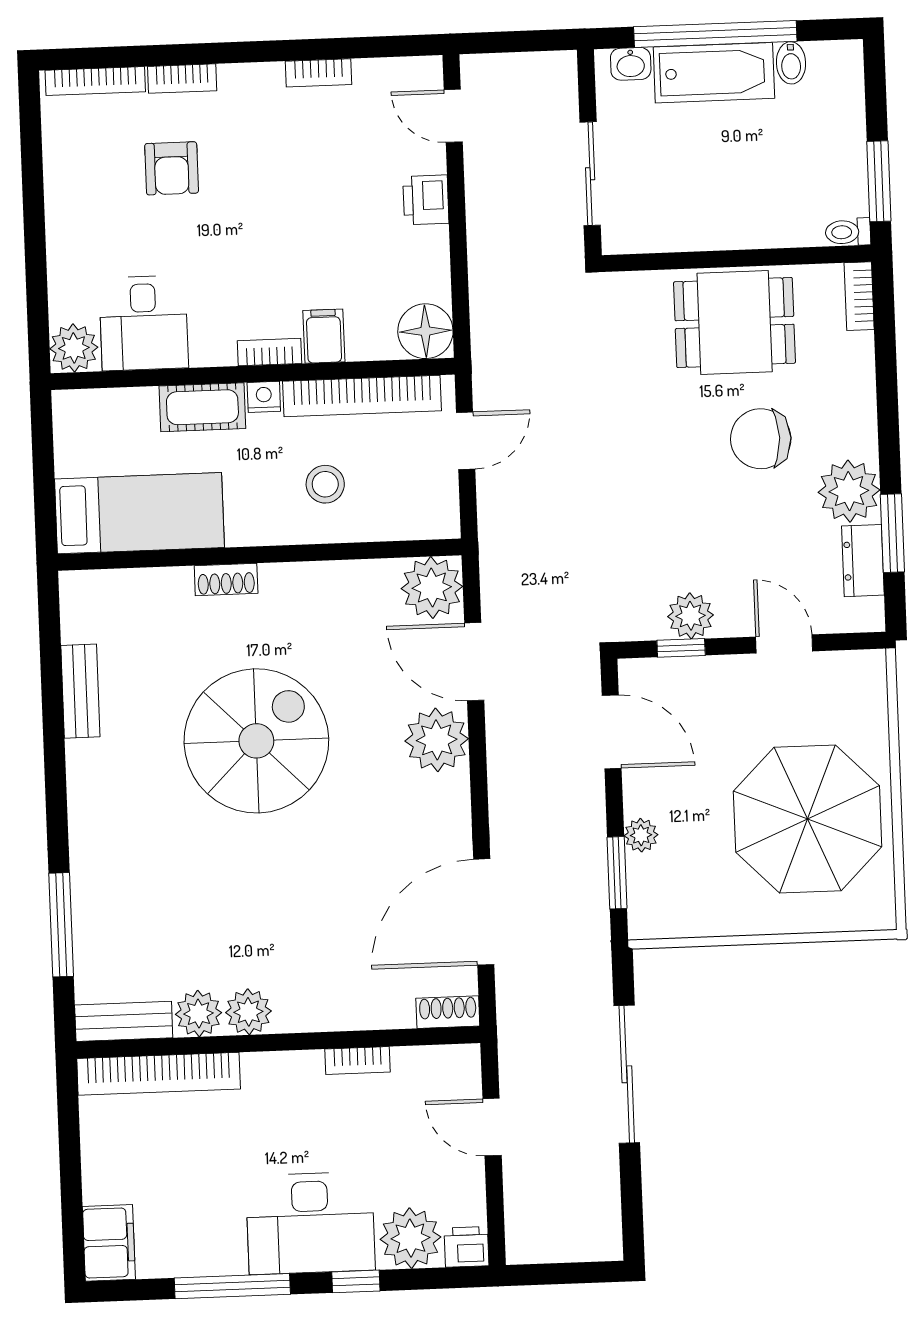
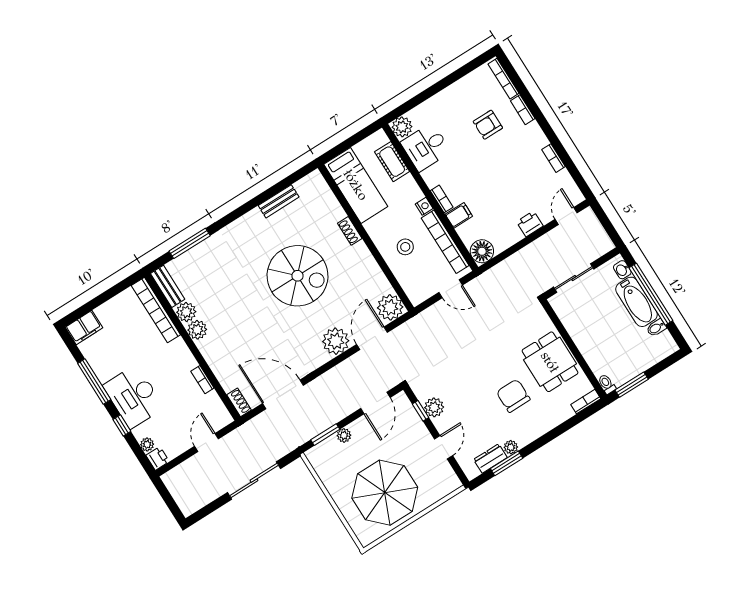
cot: (202, 407) -> (392, 162), moved
plant: (849, 491) -> (511, 447), width x0.53, depth x0.53
plant: (410, 1238) -> (147, 444), width x0.53, depth x0.53

